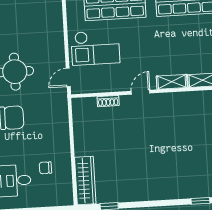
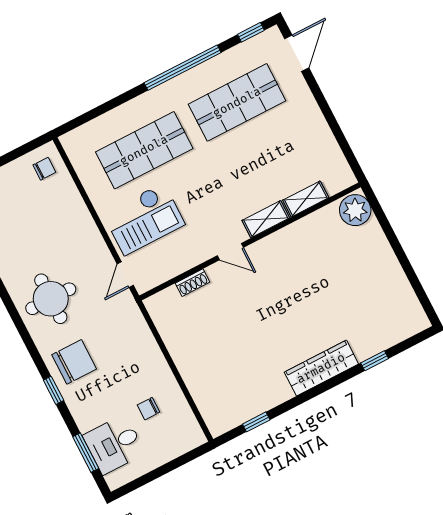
door: (140, 92) -> (230, 252), swing flipped
wardrobe: (85, 180) -> (321, 368), moved, turned -90

